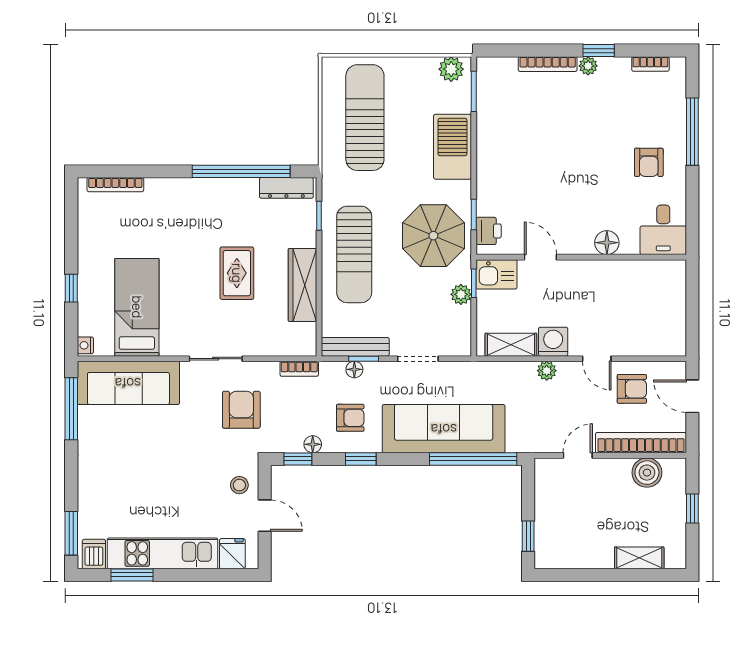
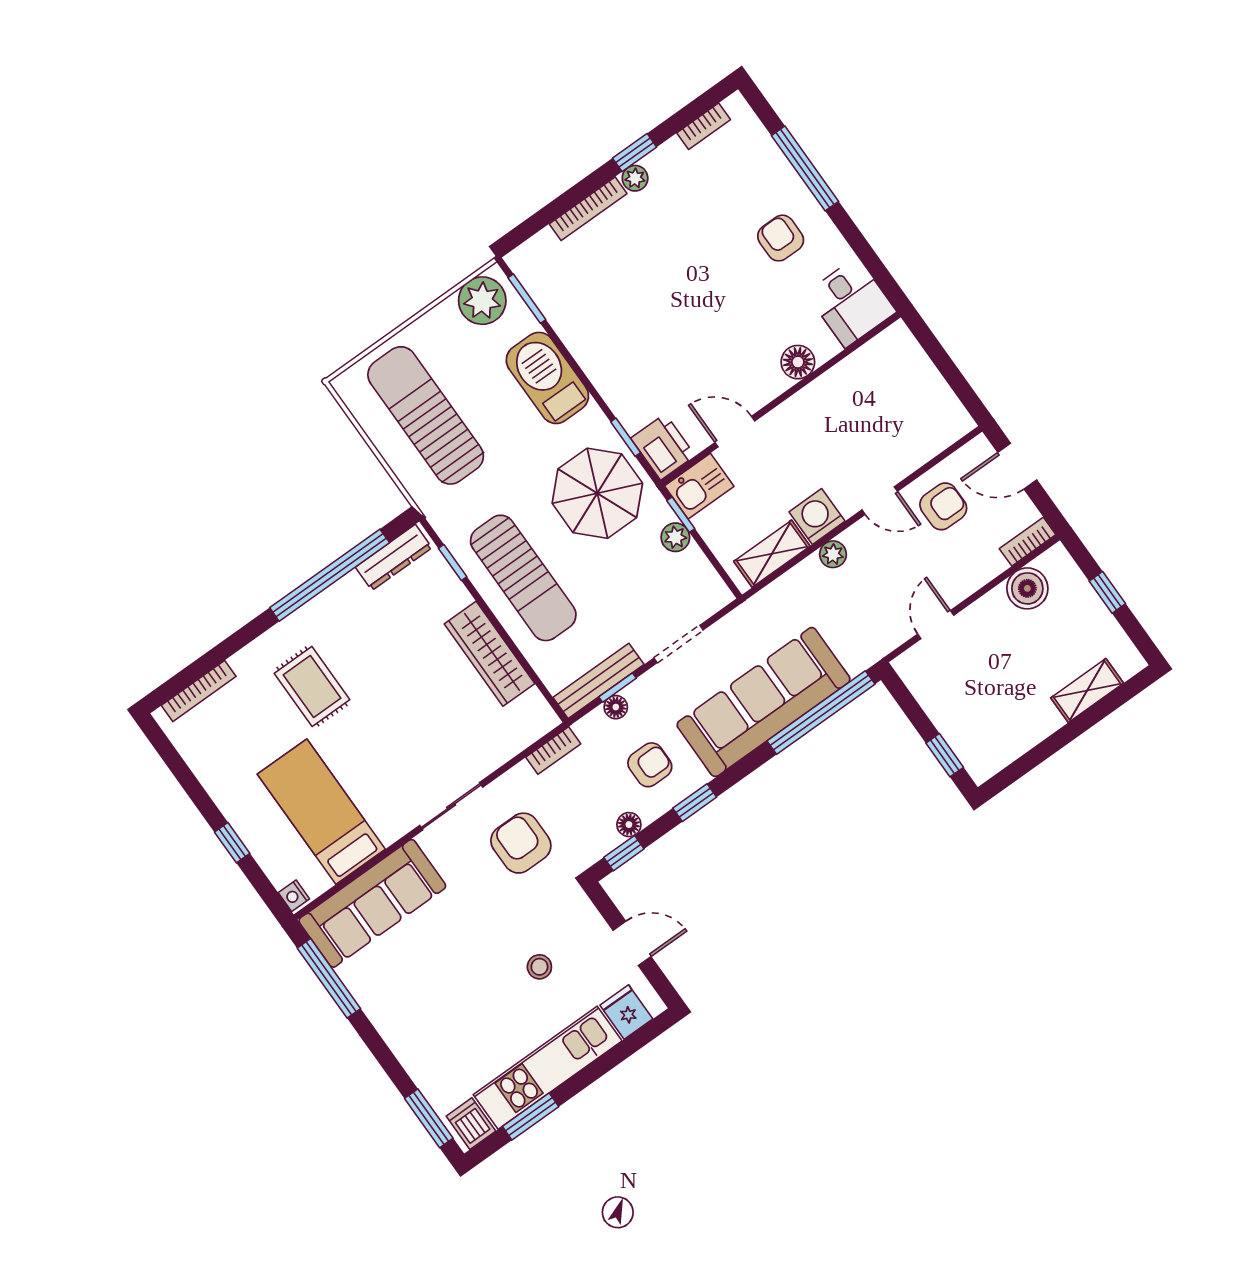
plant: (451, 69) -> (482, 301), width x1.36, depth x1.36
armchair: (649, 162) -> (781, 238), turned 180
printer: (489, 231) -> (663, 447), width x1.36, depth x1.24
rug: (237, 273) -> (312, 686), moved
bookcase: (641, 443) -> (1028, 542), width x0.43, depth x0.76
stool: (239, 485) -> (539, 967), moved

